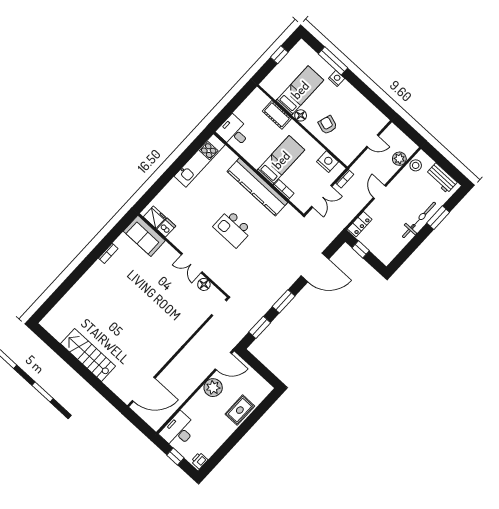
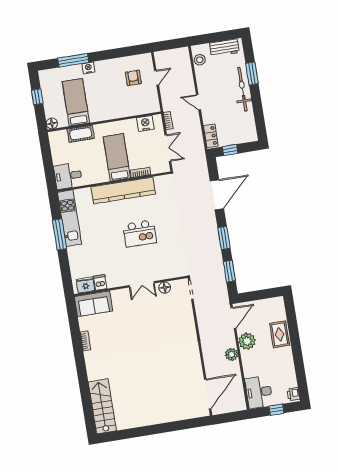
floor lamp: (301, 115) -> (52, 123), moved
armchair: (328, 125) -> (133, 78), moved, turned 72
plant: (399, 159) -> (232, 354), moved
window: (180, 163) -> (60, 234), added
stairs: (88, 355) -> (102, 406), moved, turned 90

